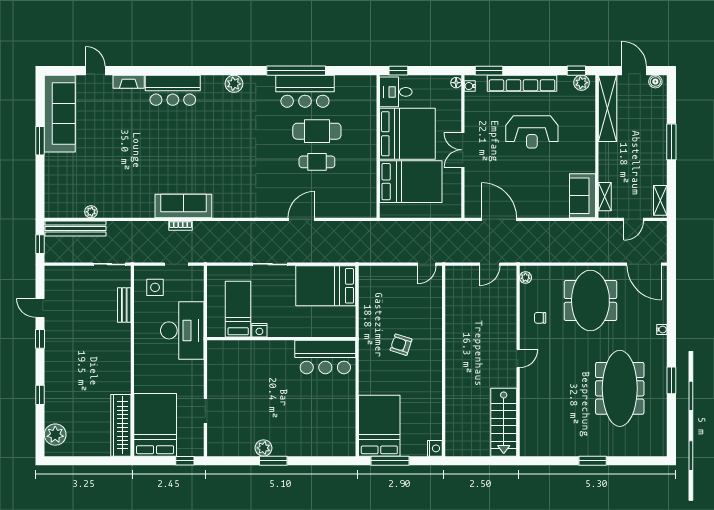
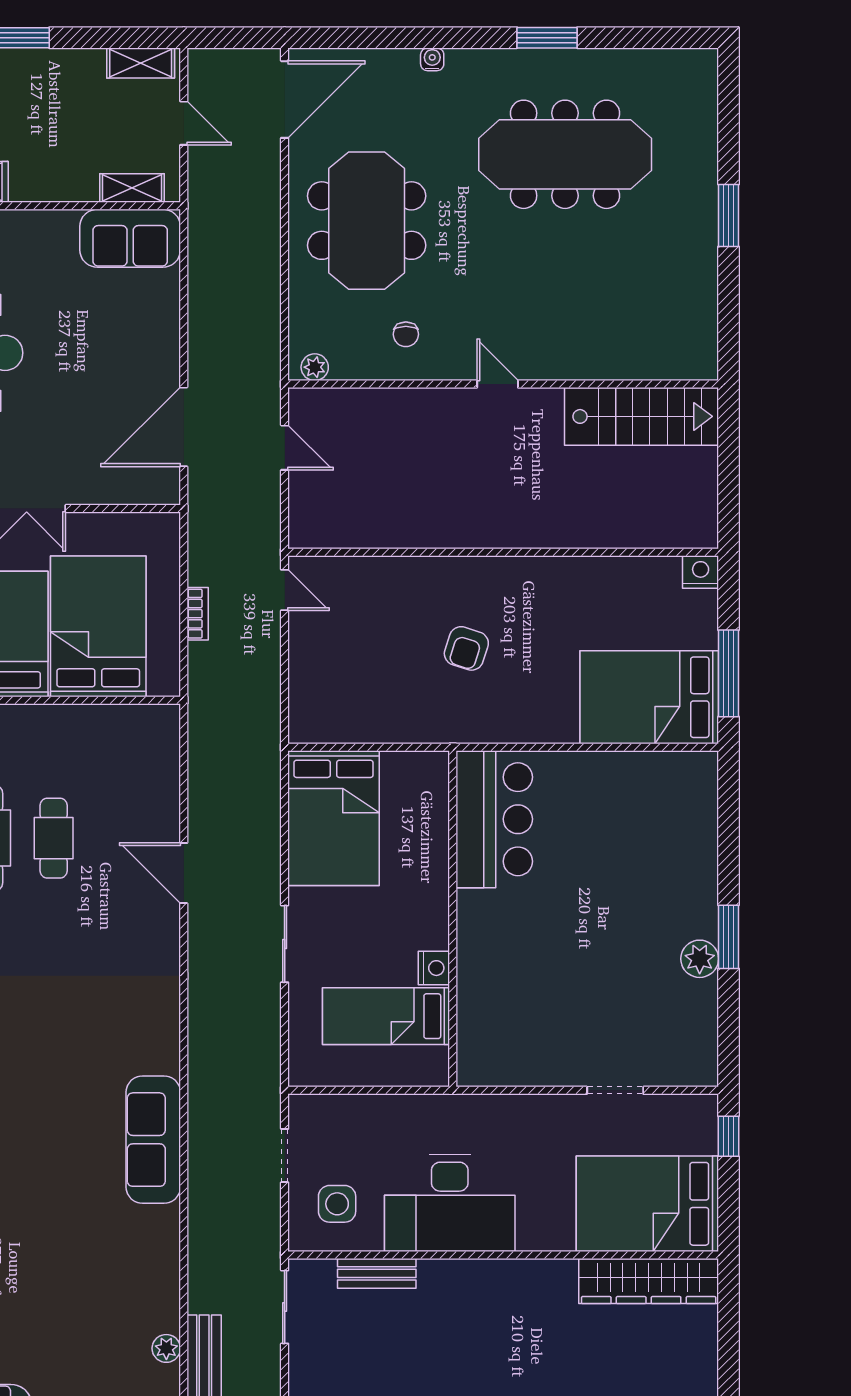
bookcase: (180, 226) -> (198, 614), moved
meeting table: (590, 300) -> (367, 221), turned 90
desk: (182, 330) -> (450, 1203), moved, turned 180

